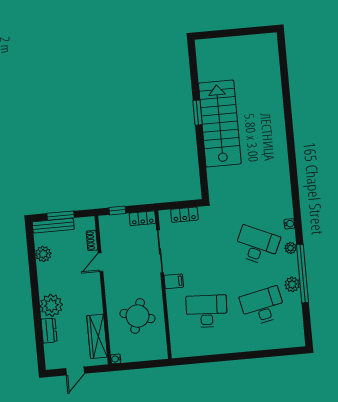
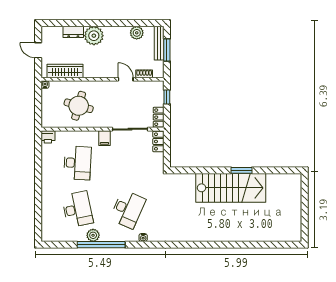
locker: (184, 215) -> (158, 142), moved
plant: (291, 248) -> (123, 237), removed
printer: (178, 350) -> (48, 137), added

